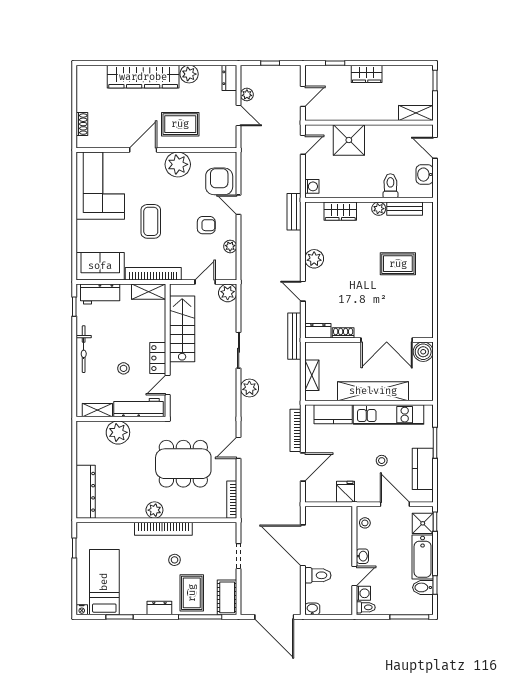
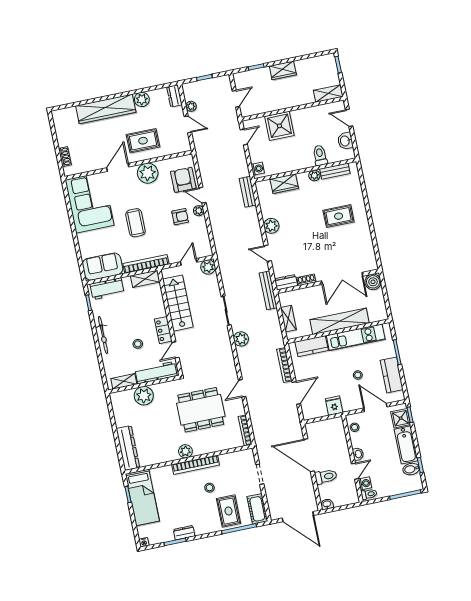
plant: (230, 246) -> (199, 211), moved
bed: (104, 582) -> (142, 497), moved, turned 180
dresser: (159, 608) -> (184, 533), moved

